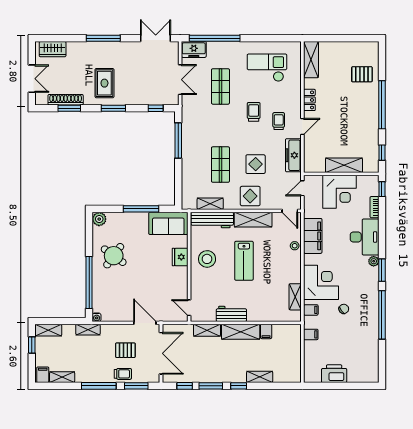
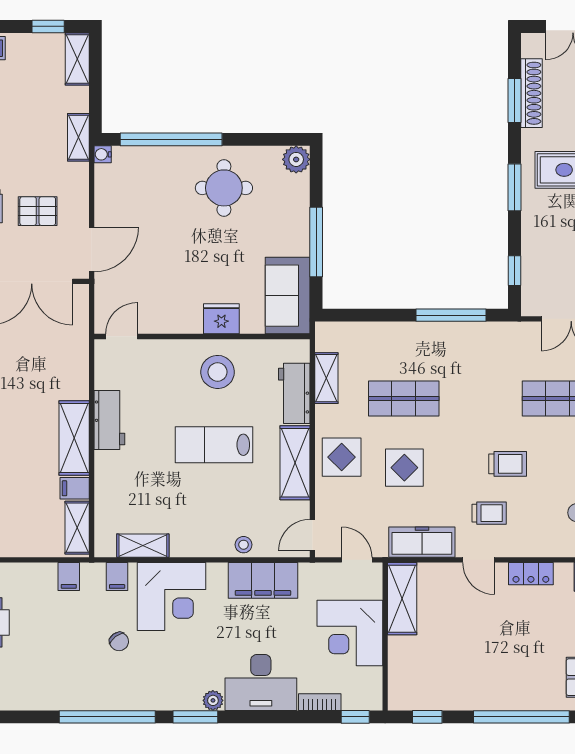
shelving: (344, 165) -> (402, 599), moved
workbench: (212, 220) -> (294, 393), width x0.73
round table: (114, 256) -> (224, 188), turned -36
shelving: (207, 330) -> (77, 528), moved
pallet: (125, 350) -> (38, 211), turned 90

